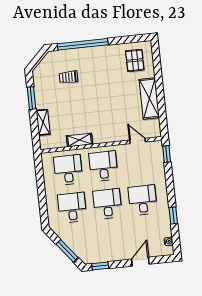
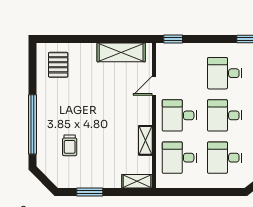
pallet: (135, 60) -> (58, 65), turned 90
shelving: (149, 98) -> (121, 52), moved
shelving: (43, 122) -> (137, 181), moved
door: (137, 141) -> (154, 86), moved

